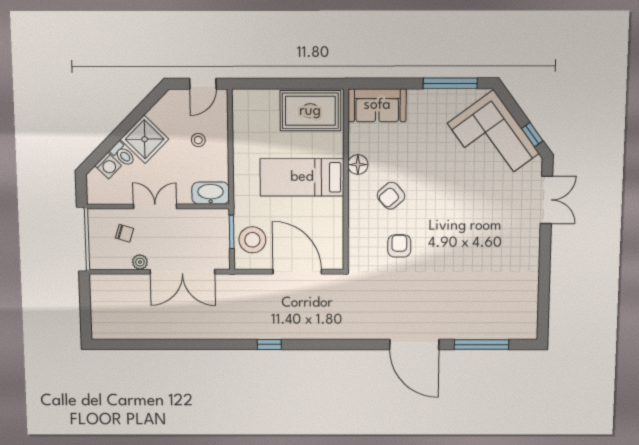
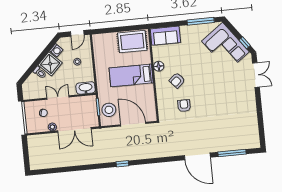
washing machine: (108, 166) -> (56, 50), moved

